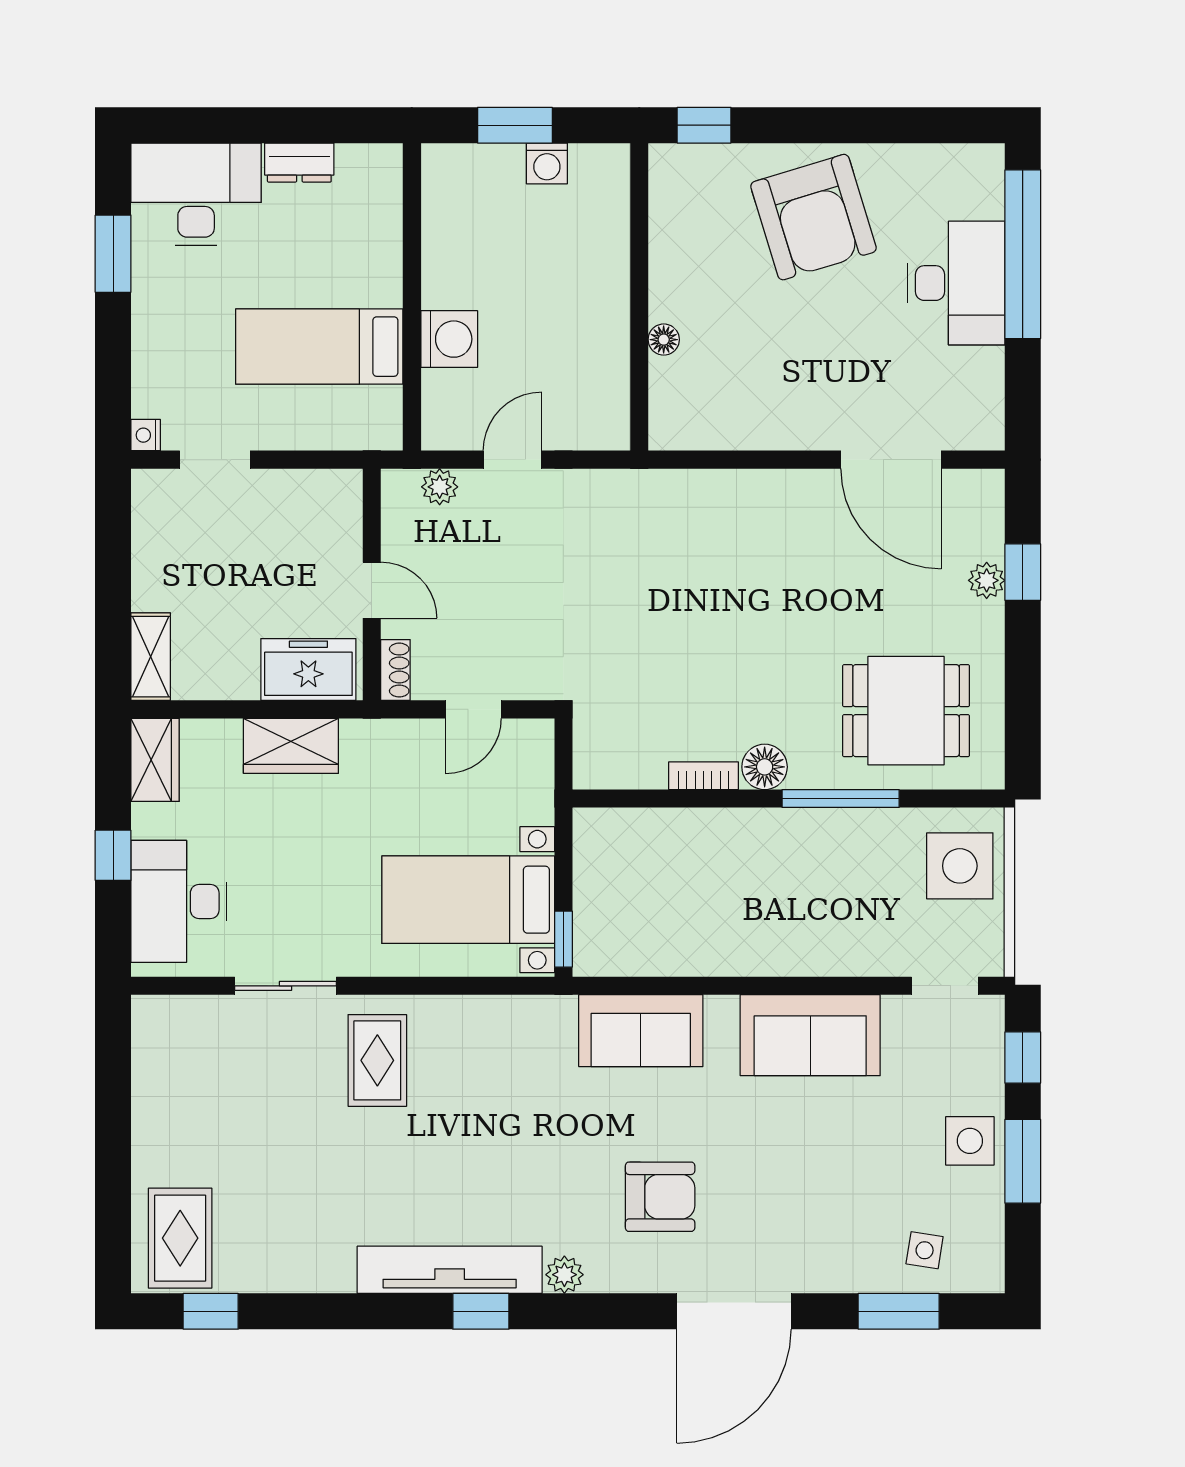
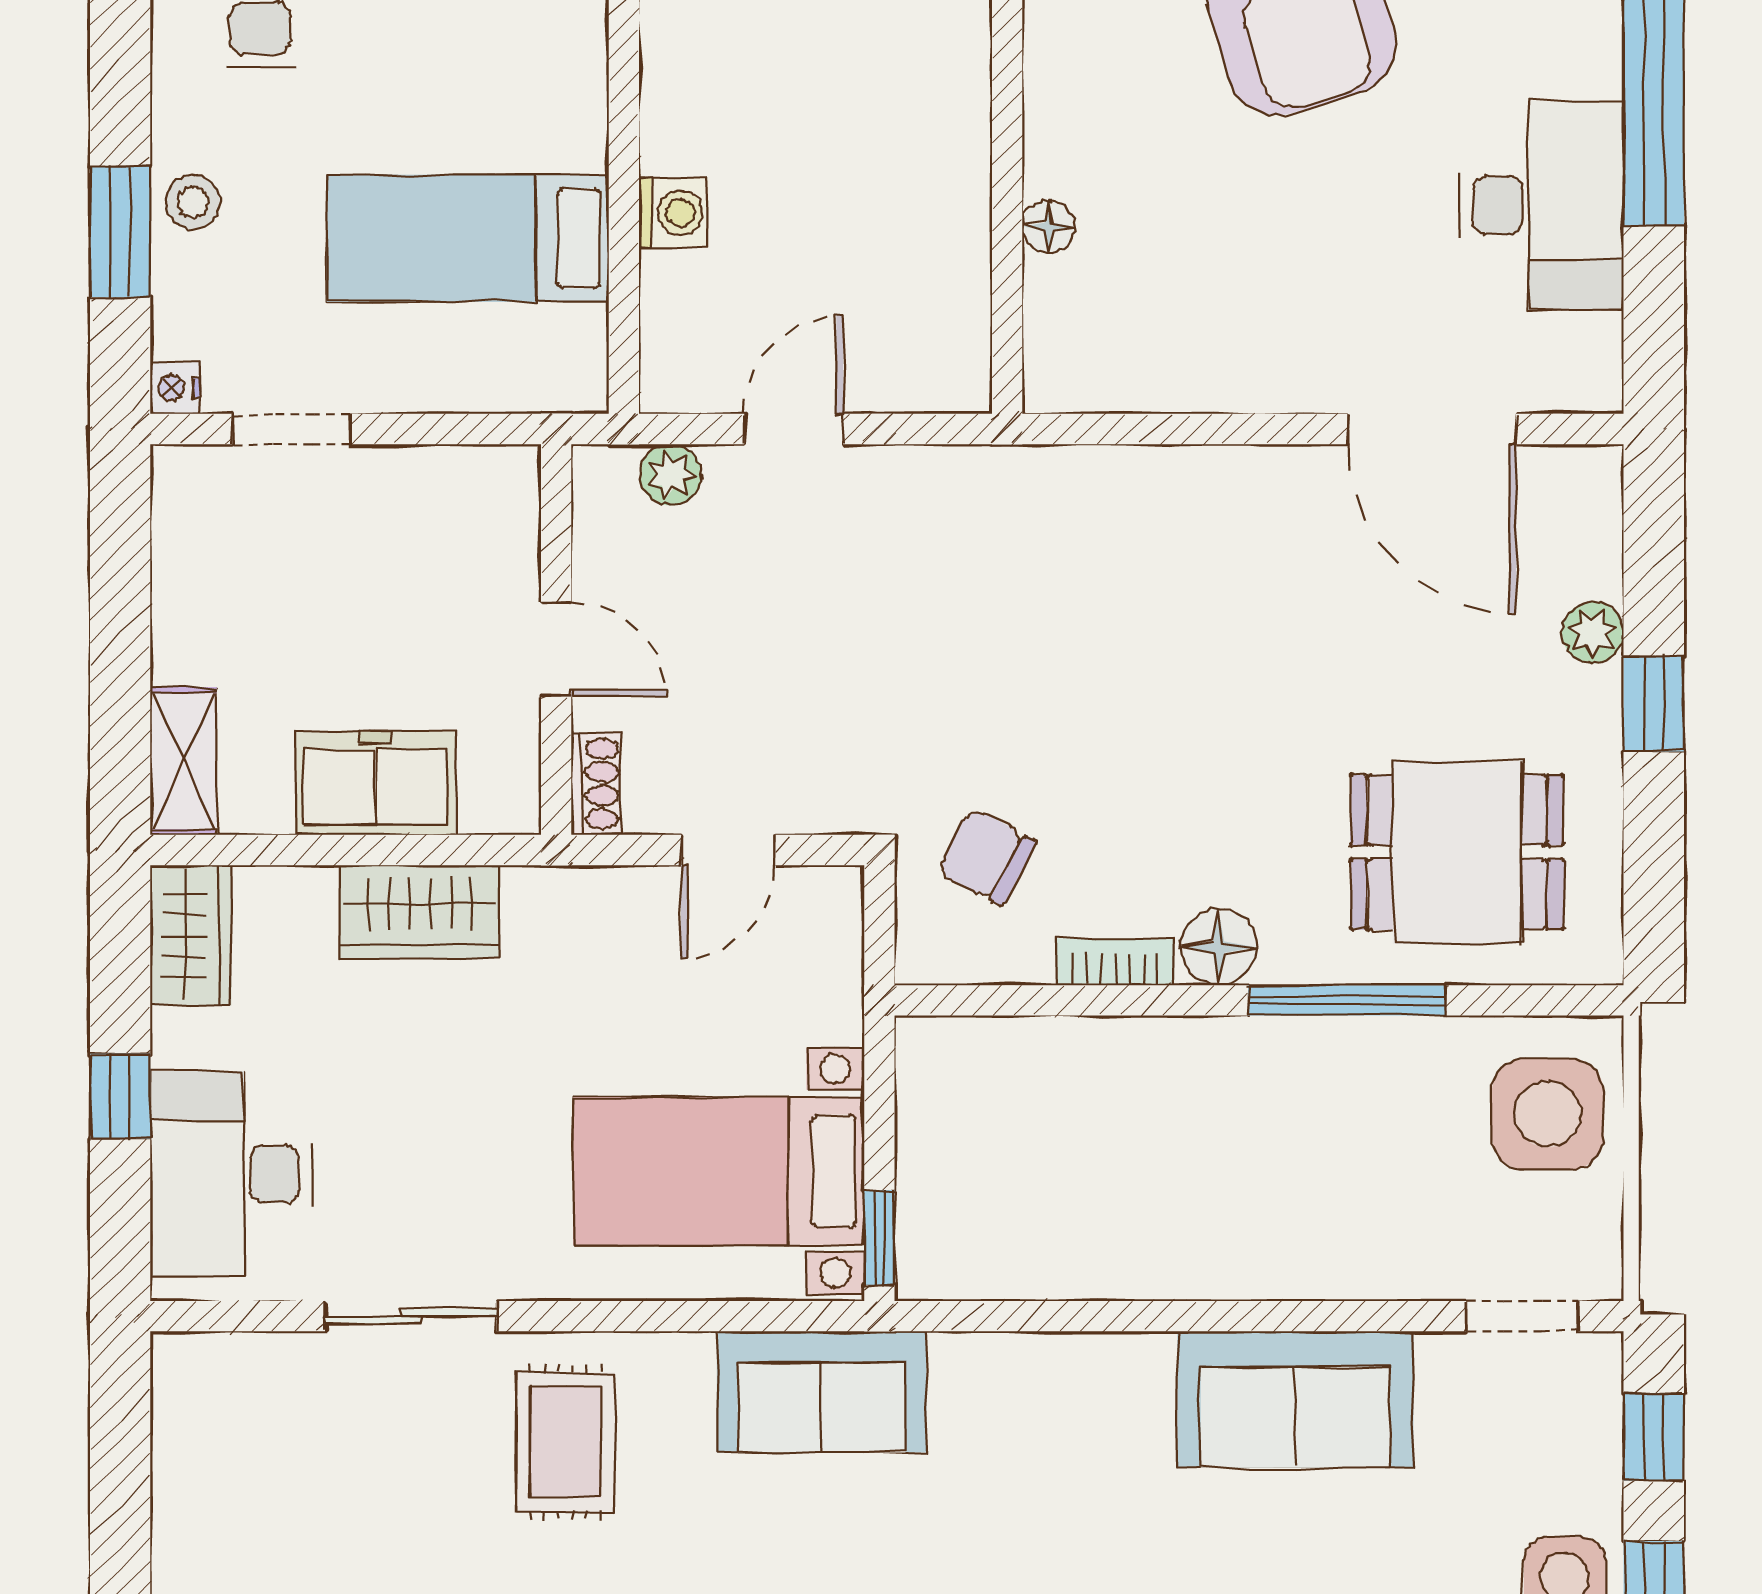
window: (113, 254) -> (120, 232), moved
desk: (956, 283) -> (1542, 205), moved
stool: (156, 325) -> (193, 202), added
washing machine: (449, 339) -> (674, 213), width x0.73, depth x0.73
window: (1023, 572) -> (1654, 704), moved
freezer: (308, 670) -> (375, 783), moved
chair: (627, 713) -> (987, 857), added
sofa: (641, 1031) -> (822, 1392), moved

